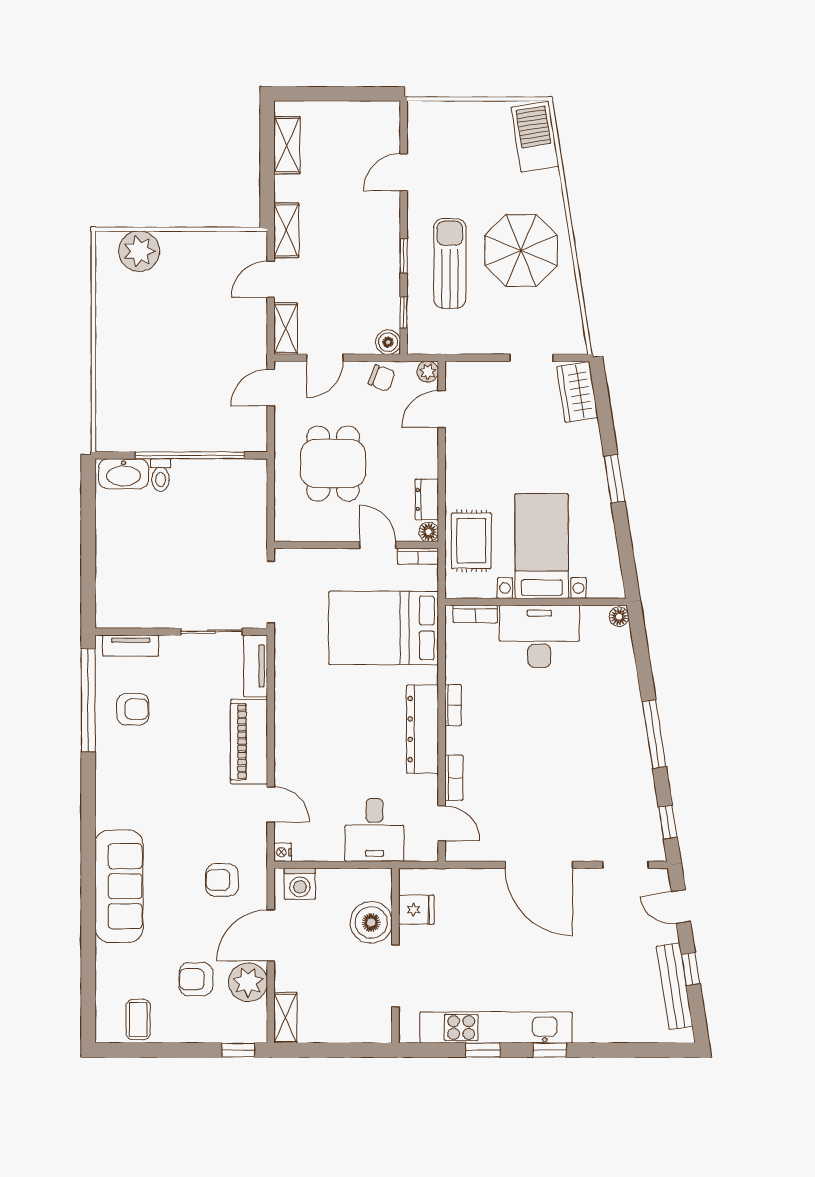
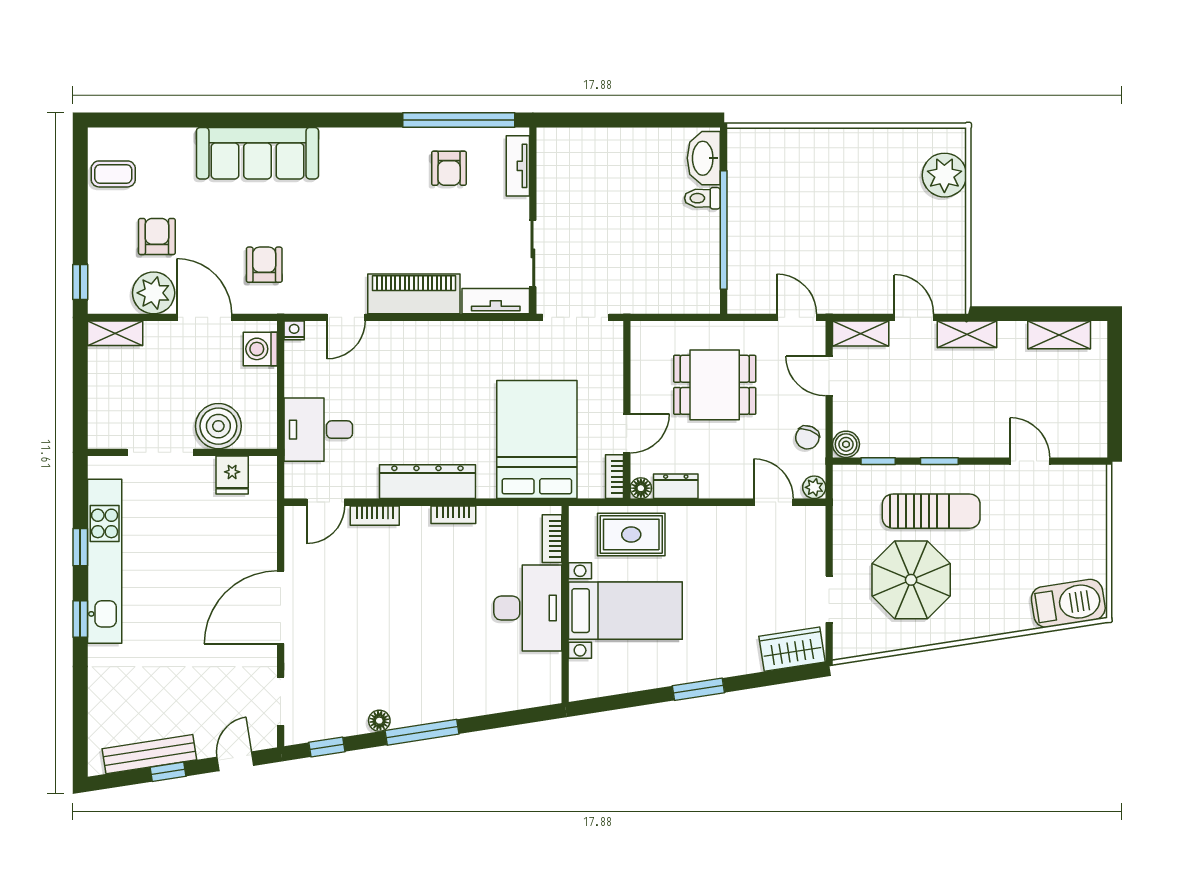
parasol: (521, 250) -> (911, 580), moved
floor lamp: (619, 617) -> (379, 721), moved

